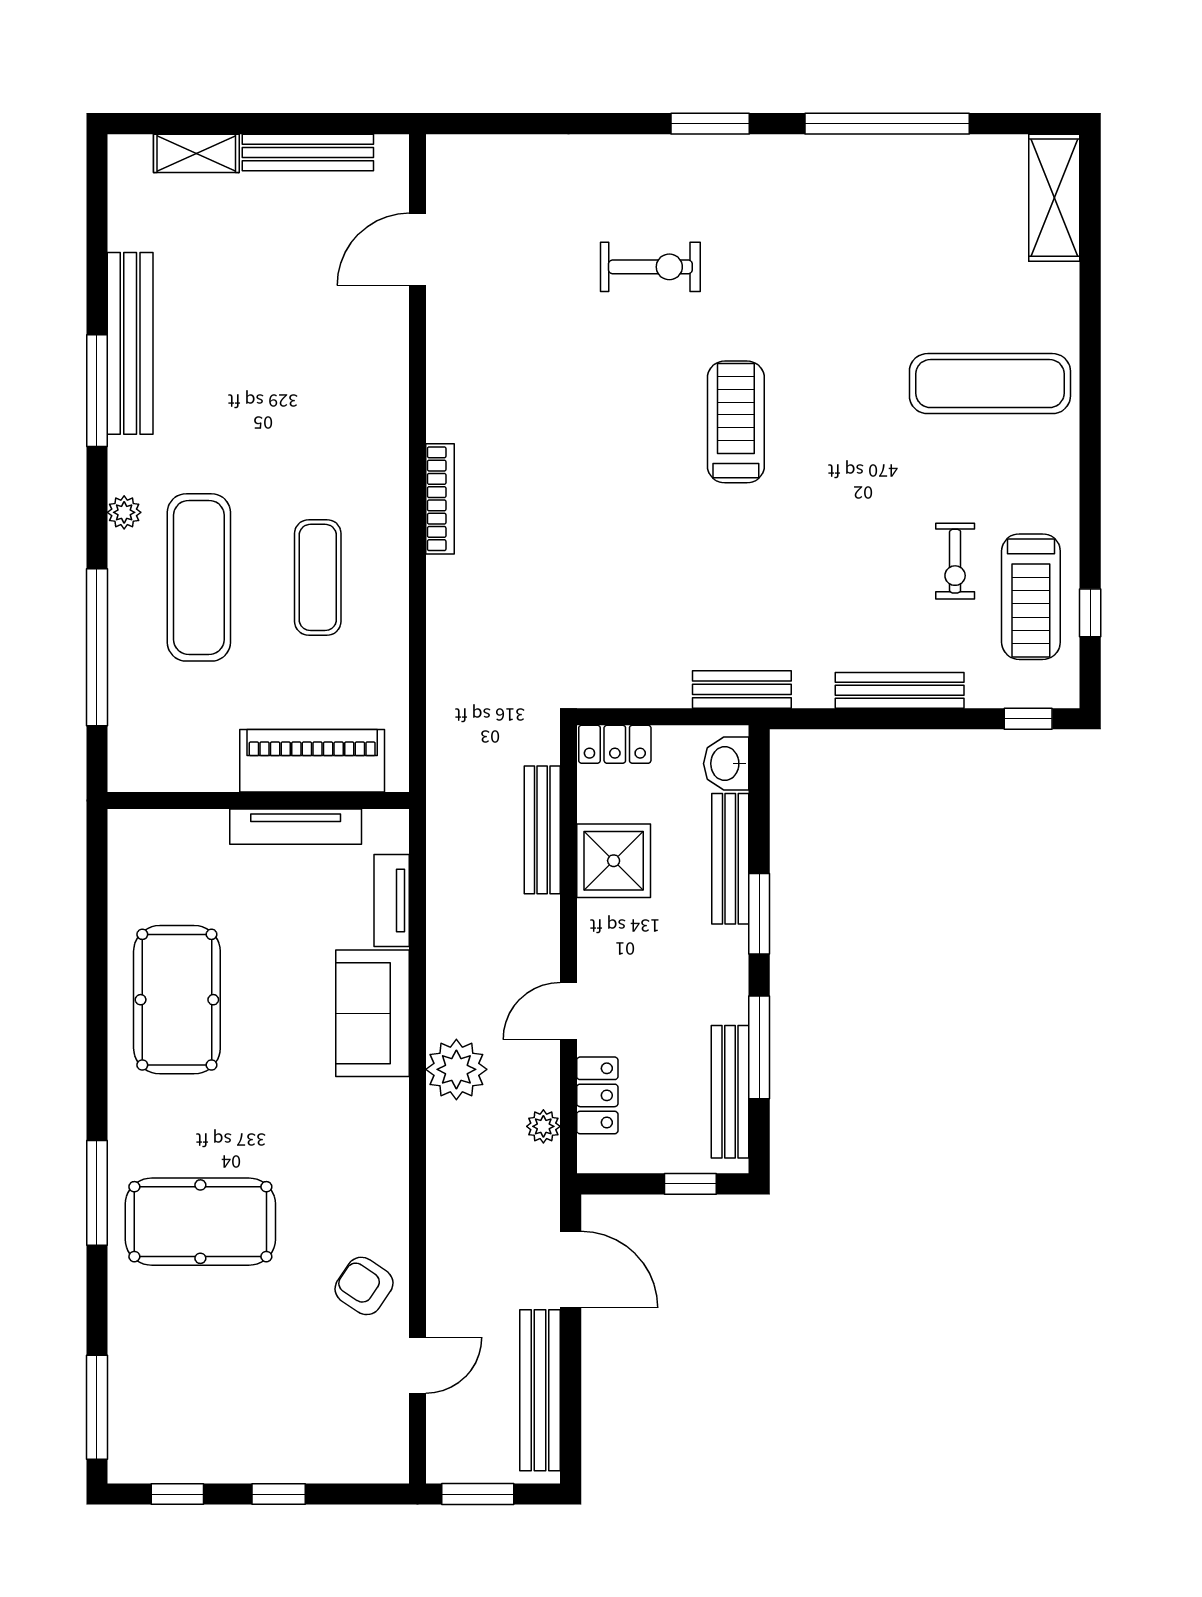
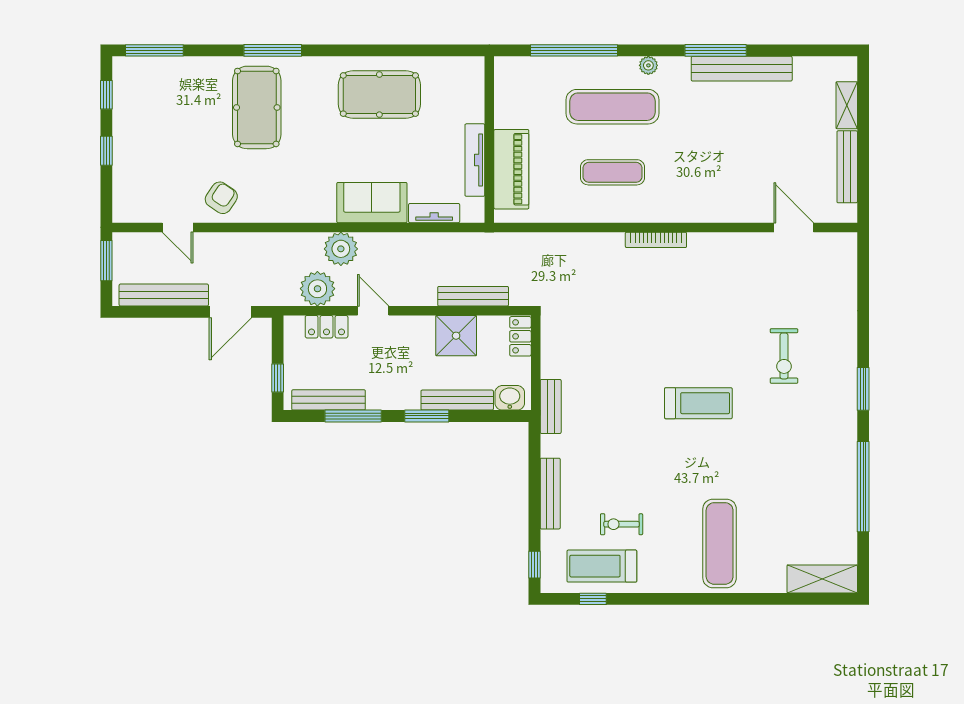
plant: (543, 1126) -> (317, 289), width x1.88, depth x1.88

